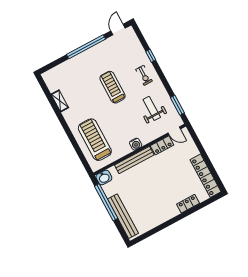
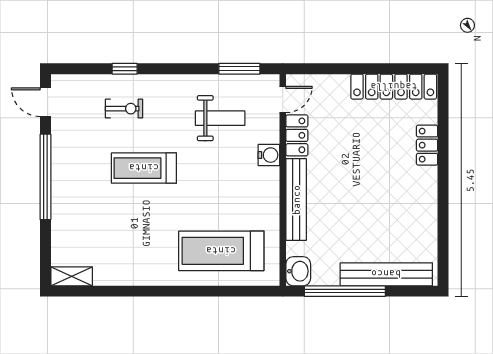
exercise bike: (144, 75) -> (124, 109), moved
shelving: (60, 101) -> (72, 276), moved
weight bench: (152, 108) -> (220, 118), turned 180
water cooler: (136, 144) -> (269, 155), moved

